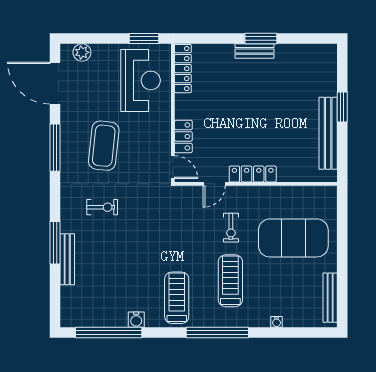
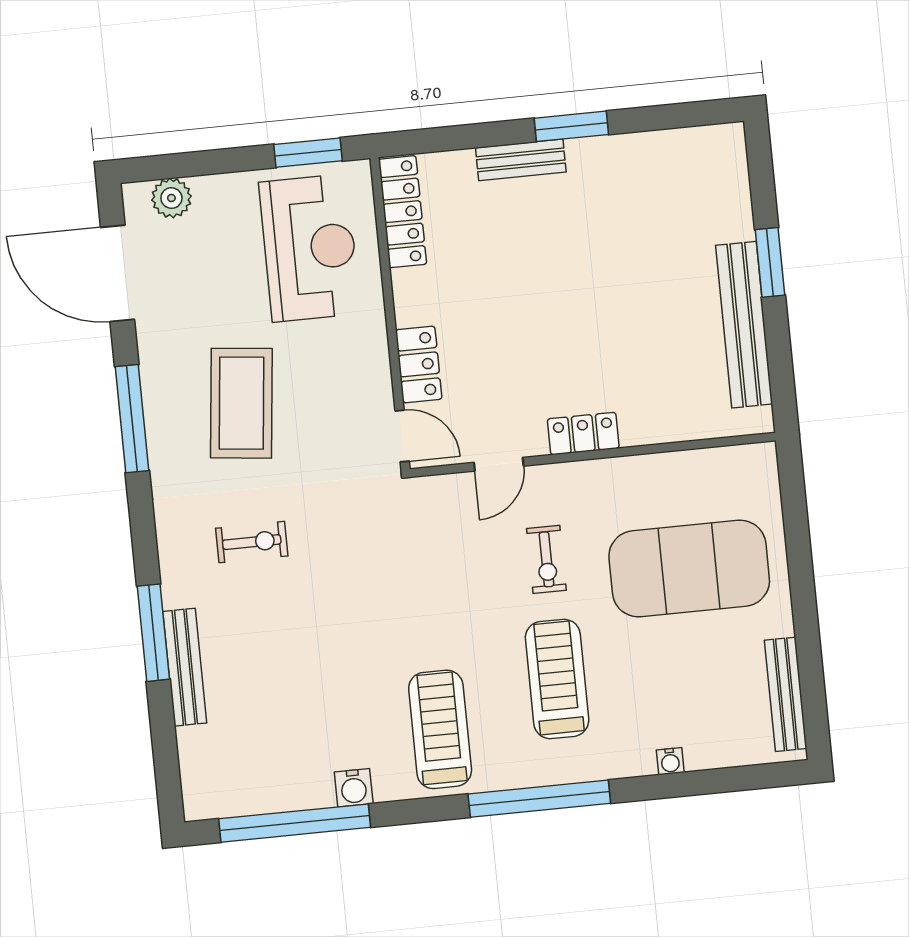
bench: (254, 51) -> (521, 160), moved
locker: (253, 174) -> (583, 434), width x0.66

